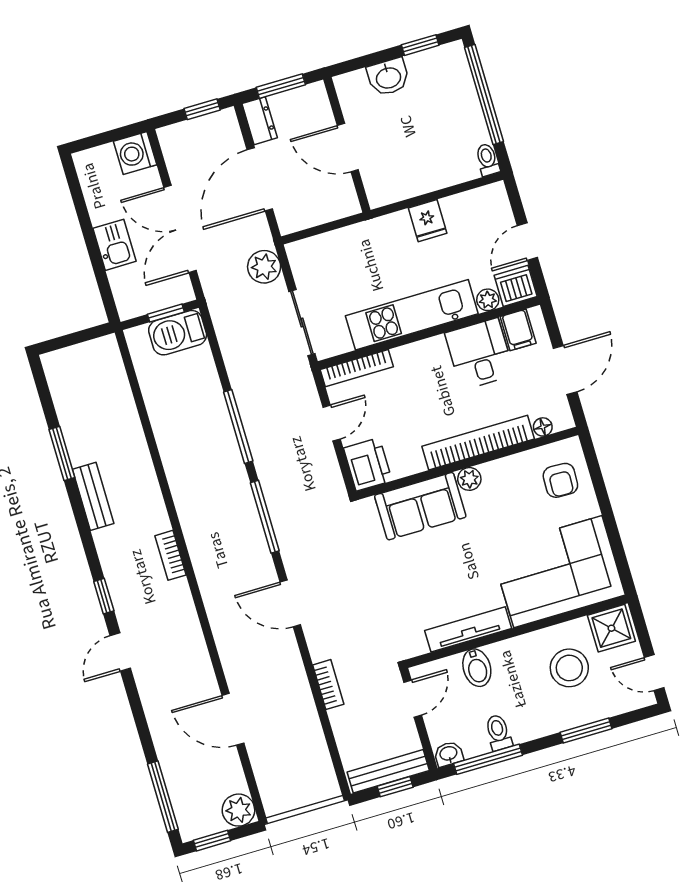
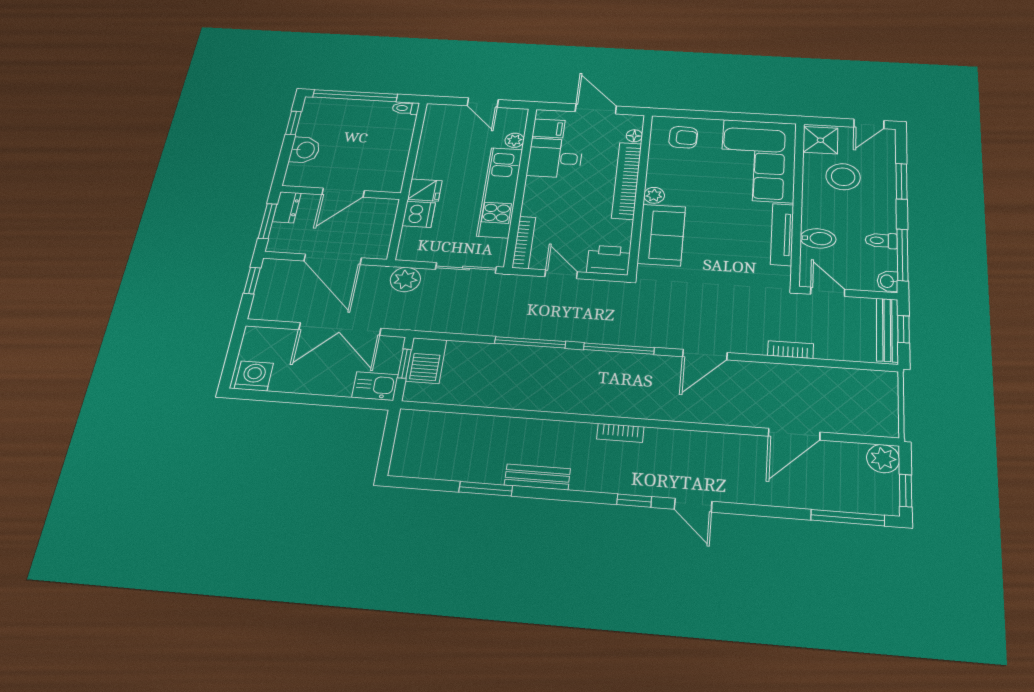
dresser: (260, 121) -> (287, 207), moved, turned 90
washing machine: (135, 153) -> (254, 376), moved, turned 180
fridge: (428, 221) -> (425, 190), moved
kitchen sink: (114, 245) -> (375, 386), moved
dishwasher: (516, 286) -> (419, 214), moved, turned 180

